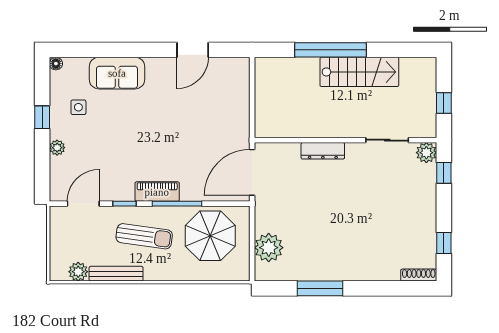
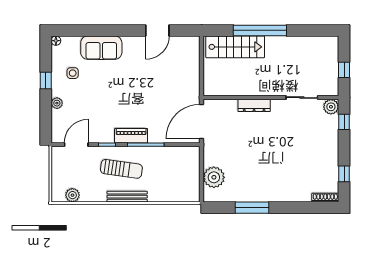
stairs: (359, 72) -> (235, 47), moved
parasol: (210, 236) -> (170, 169), removed
bench: (116, 274) -> (127, 197), moved

